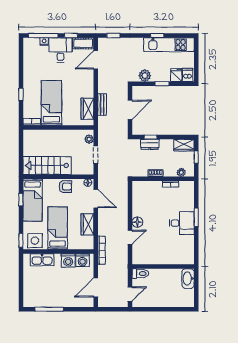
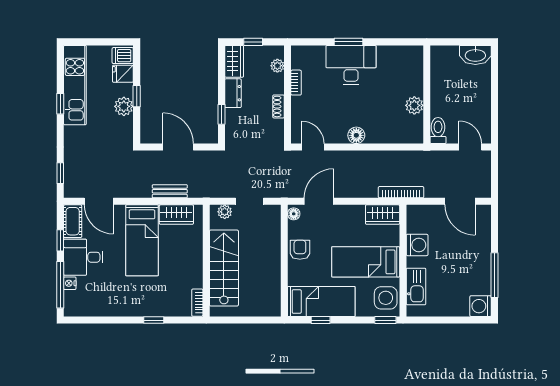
plant: (145, 76) -> (124, 106), moved
bed: (51, 103) -> (142, 240), moved, turned -90
dresser: (150, 144) -> (233, 93), moved
stairs: (47, 165) -> (224, 268), moved, turned 180
desk: (182, 223) -> (351, 65), width x1.37
wardrobe: (87, 224) -> (383, 215), moved
door: (130, 237) -> (313, 147), moved
plant: (156, 259) -> (414, 105), added
washing machine: (83, 260) -> (481, 306), moved, turned 180
washbasin: (188, 279) -> (475, 55), moved

